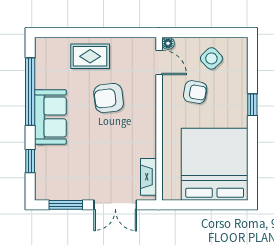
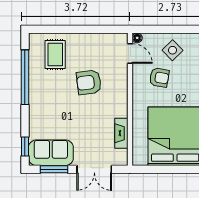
rug: (90, 56) -> (55, 54), moved, turned 90
sofa: (50, 117) -> (51, 153), moved, turned -90
window: (30, 161) -> (25, 147), moved
fireplace: (149, 177) -> (121, 133), moved

